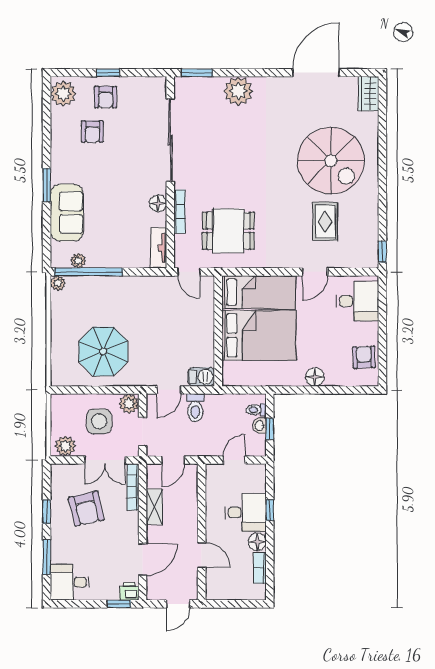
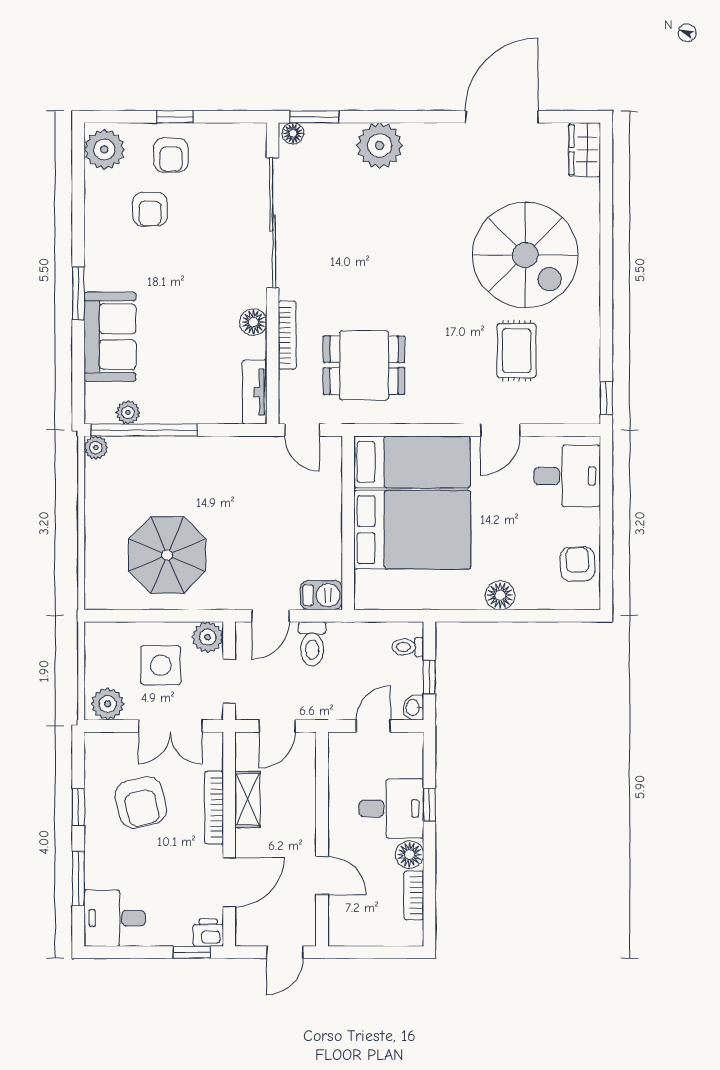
floor lamp: (183, 83) -> (293, 133), added
washbasin: (260, 426) -> (413, 707), moved
bookcase: (133, 487) -> (214, 808), moved

